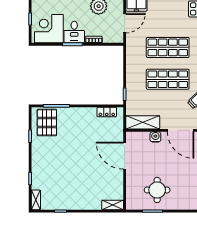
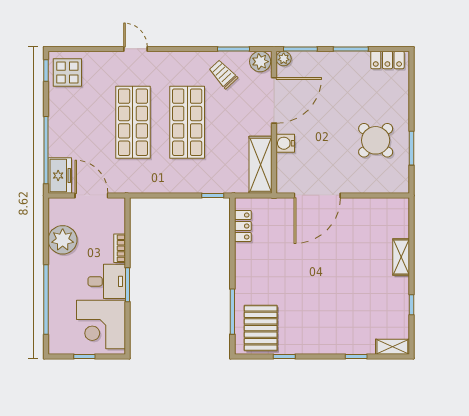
pallet: (47, 122) -> (261, 328), turned 90
round table: (157, 190) -> (376, 140), turned 45
shelving: (113, 205) -> (401, 257), moved

